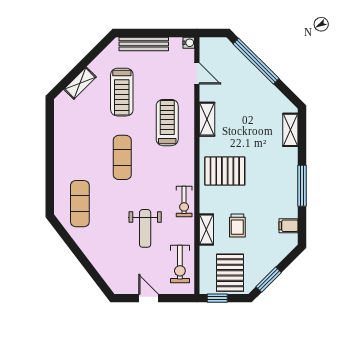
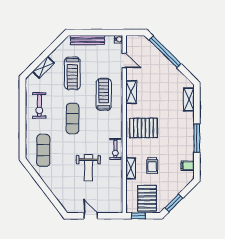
exercise bike: (180, 264) -> (39, 105), moved

